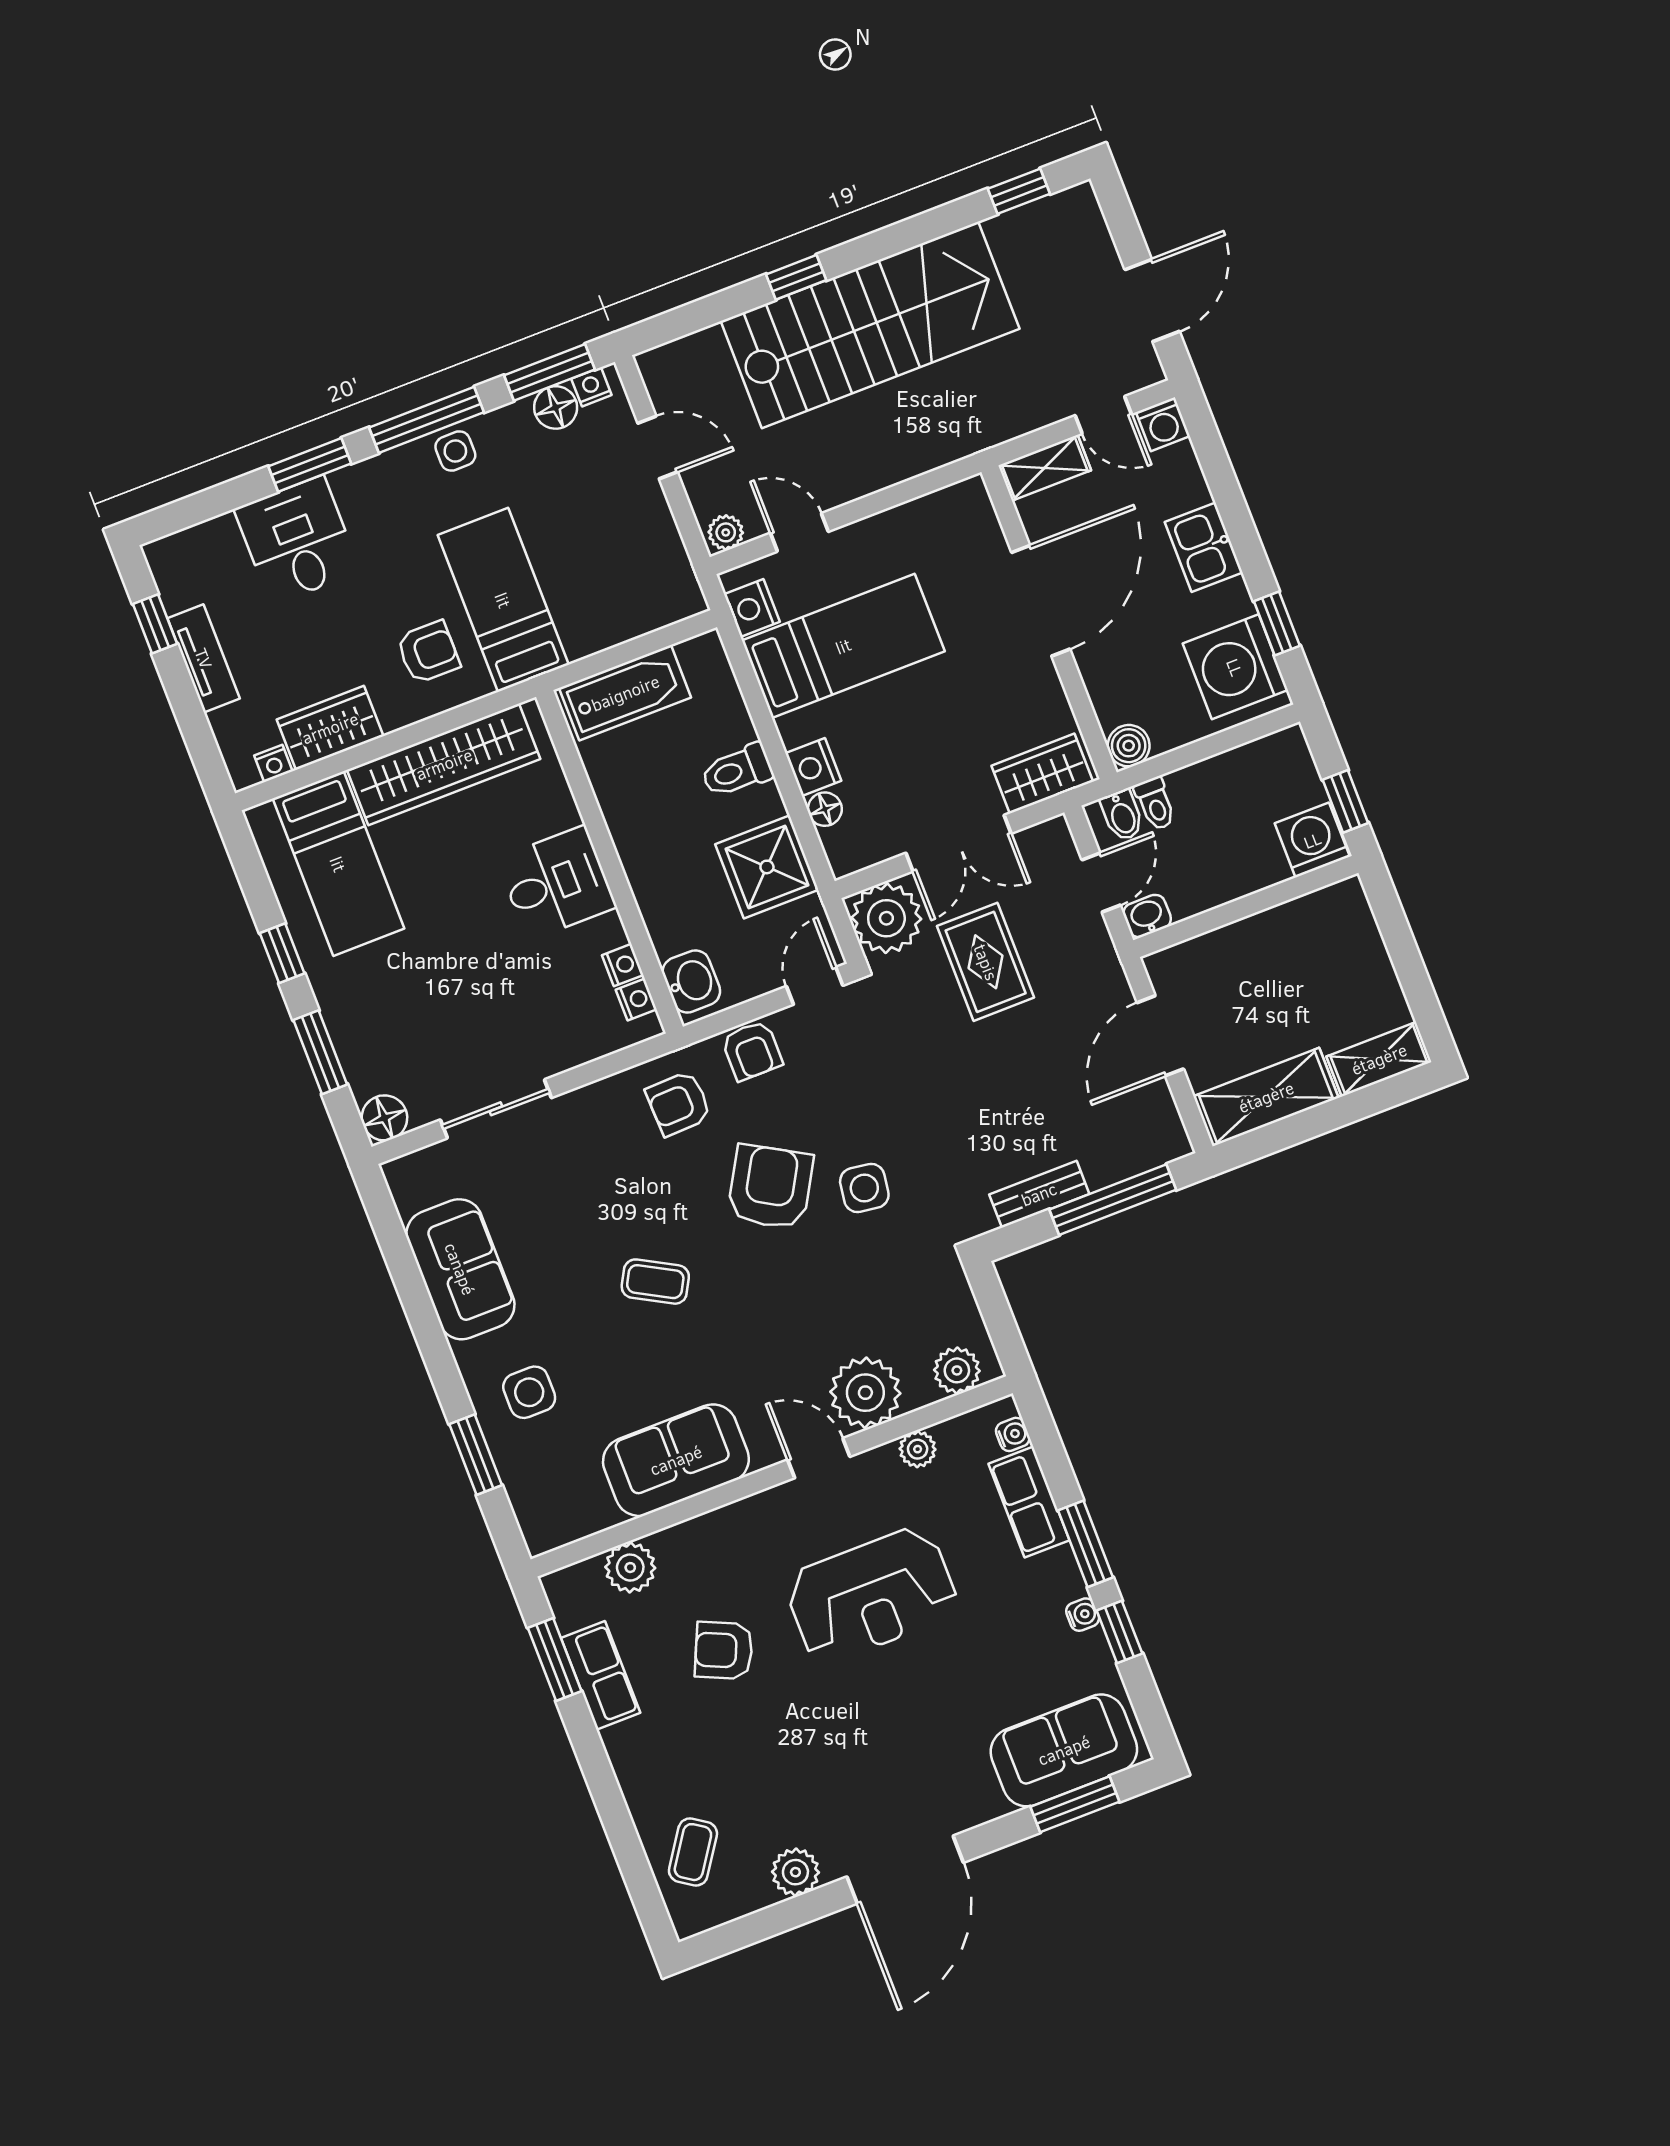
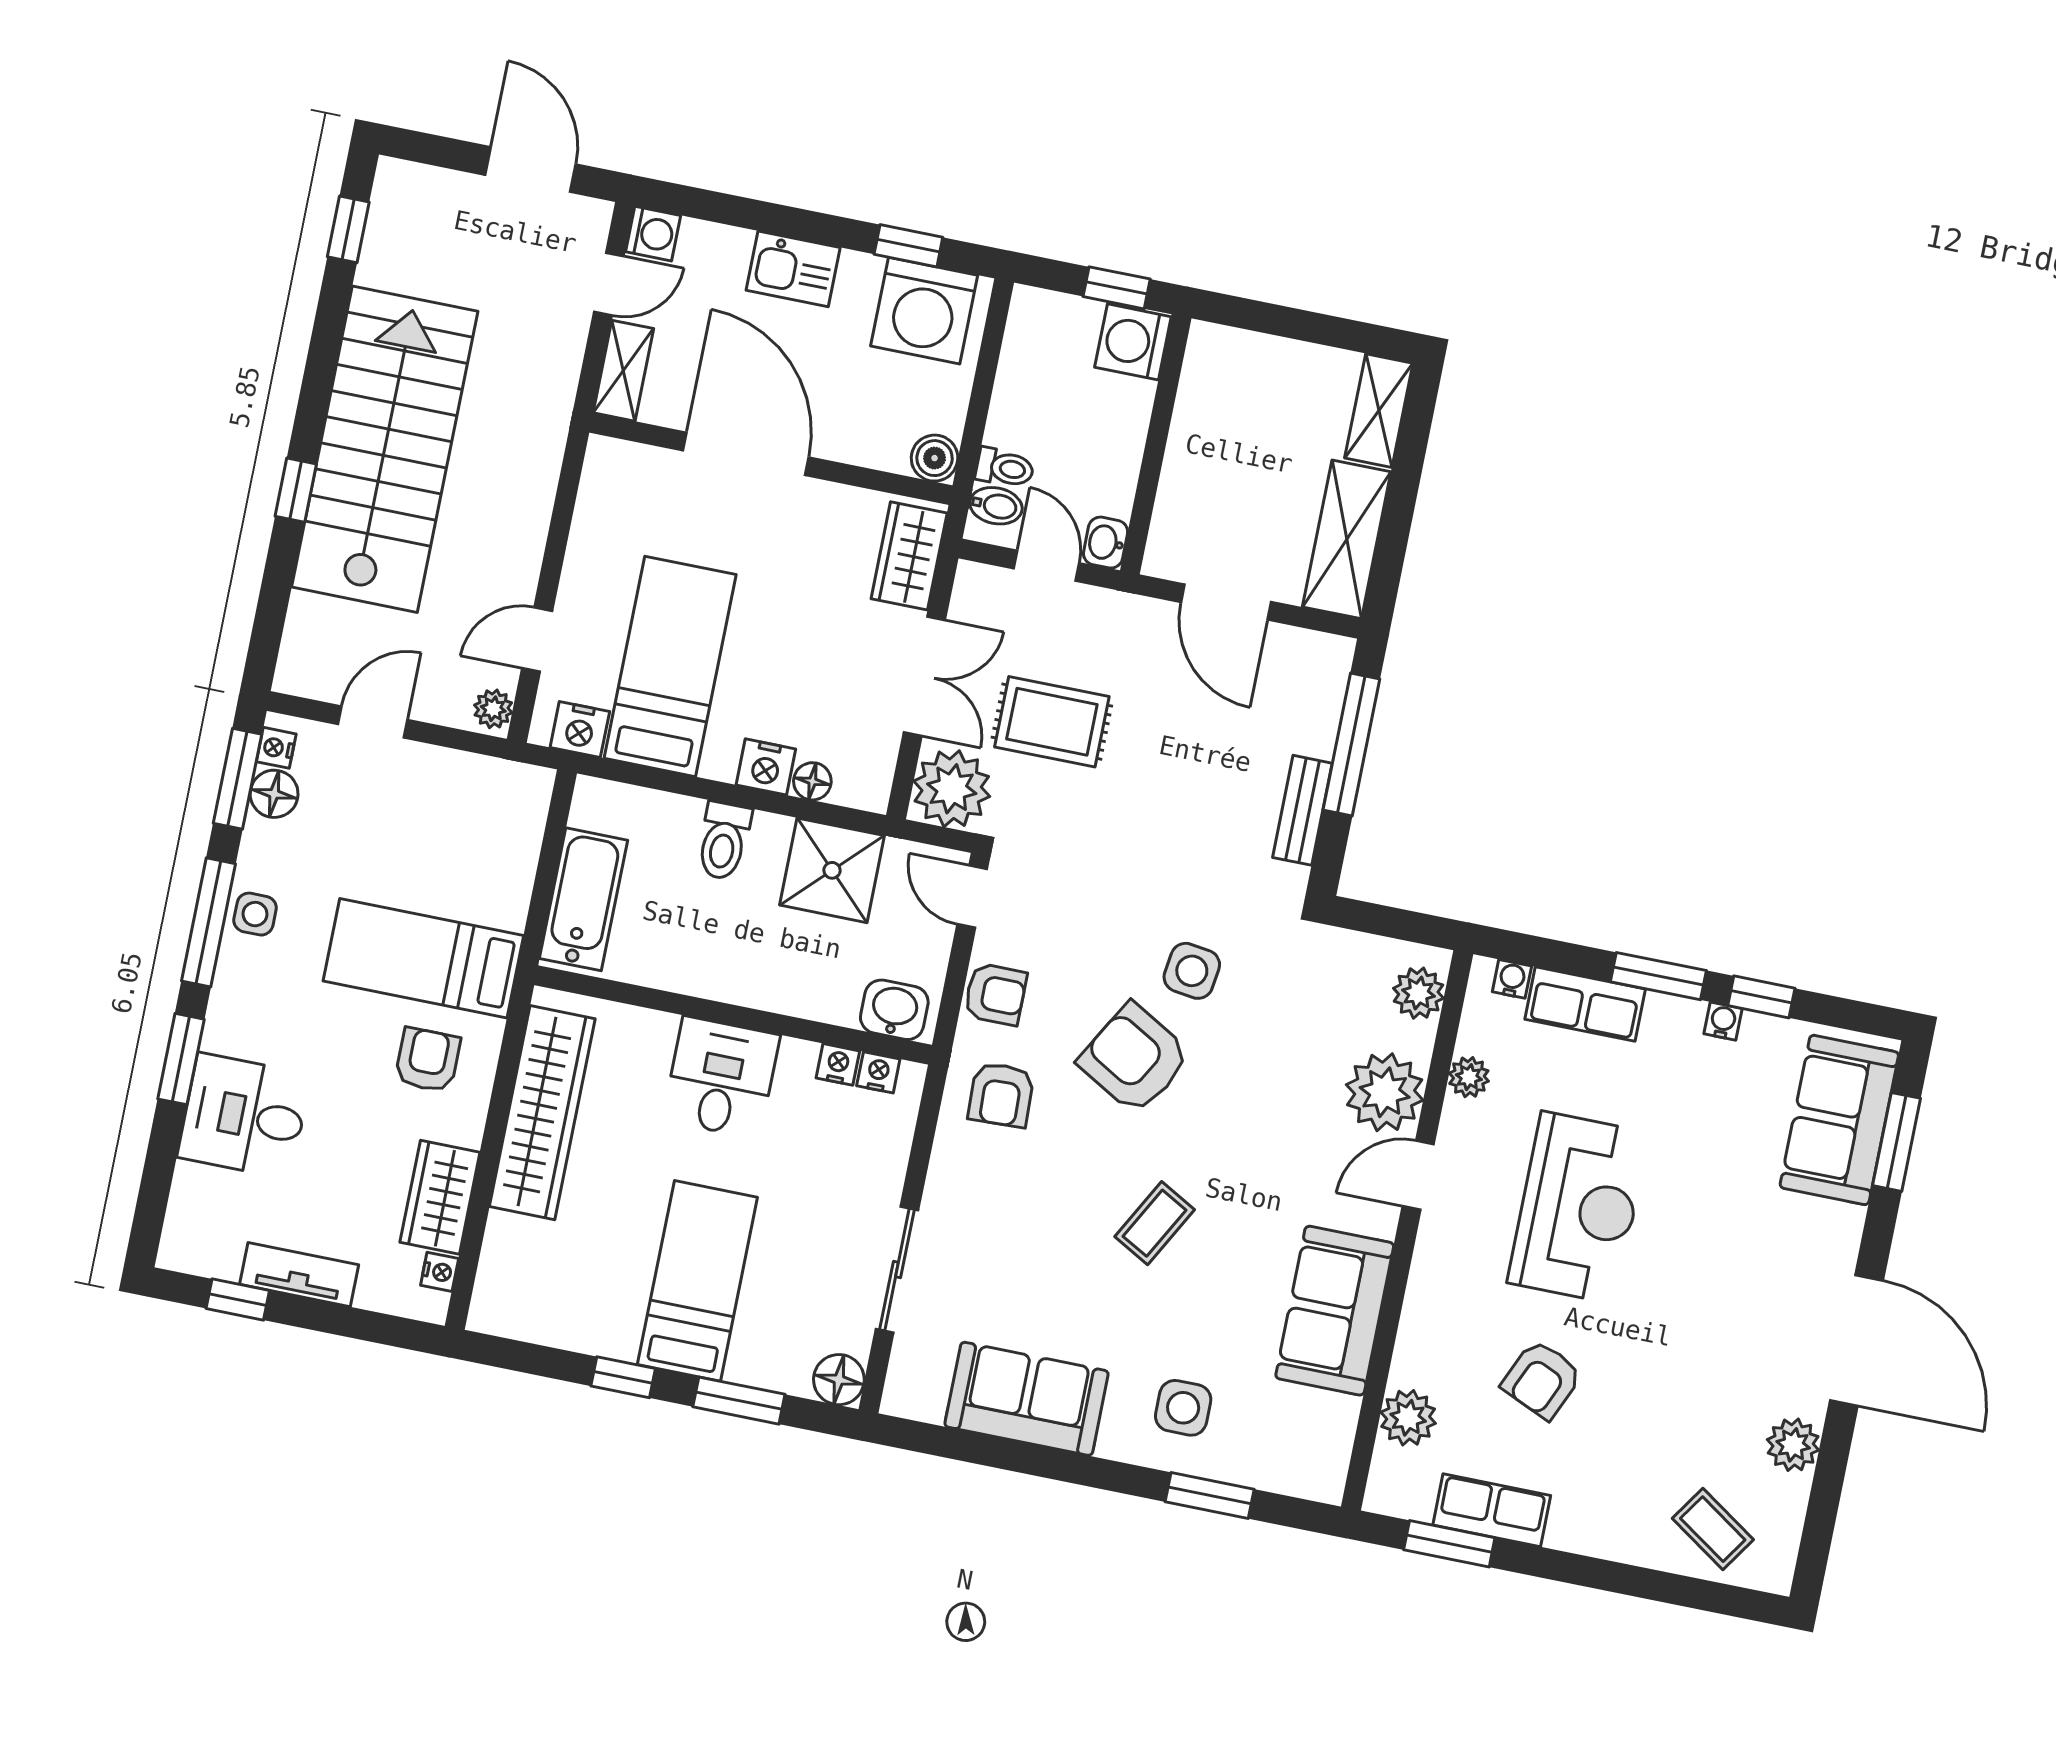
bed: (338, 864) -> (697, 1281), moved, turned -90

